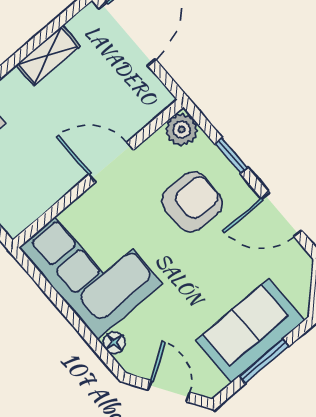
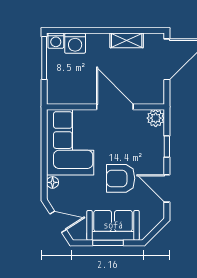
door: (111, 162) -> (115, 107), width x1.36
armchair: (192, 202) -> (121, 178), moved, turned 180
door: (169, 391) -> (58, 222), hinge flipped

